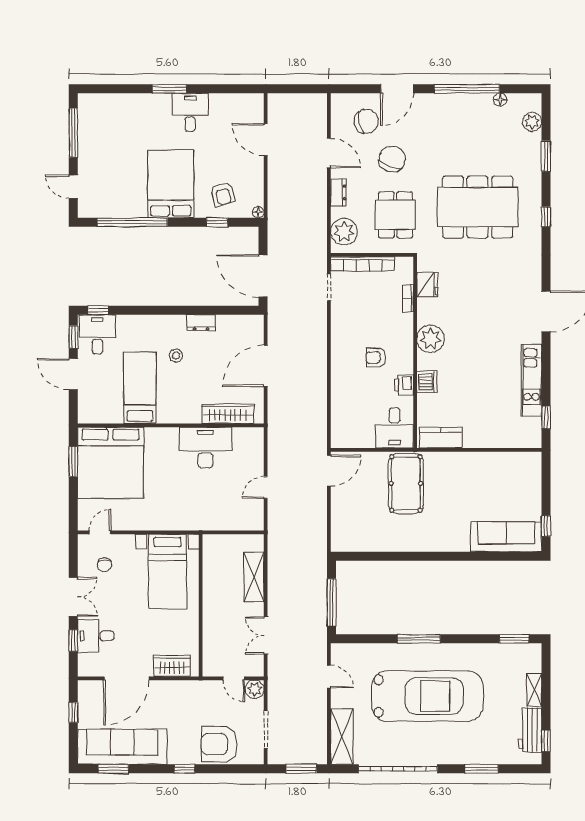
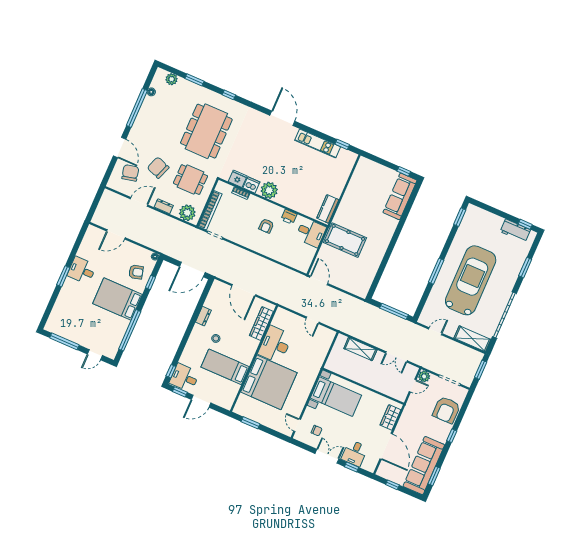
dishwasher: (427, 382) -> (251, 185), moved
bed: (111, 463) -> (269, 382), moved
shelving: (534, 690) -> (494, 218), removed

